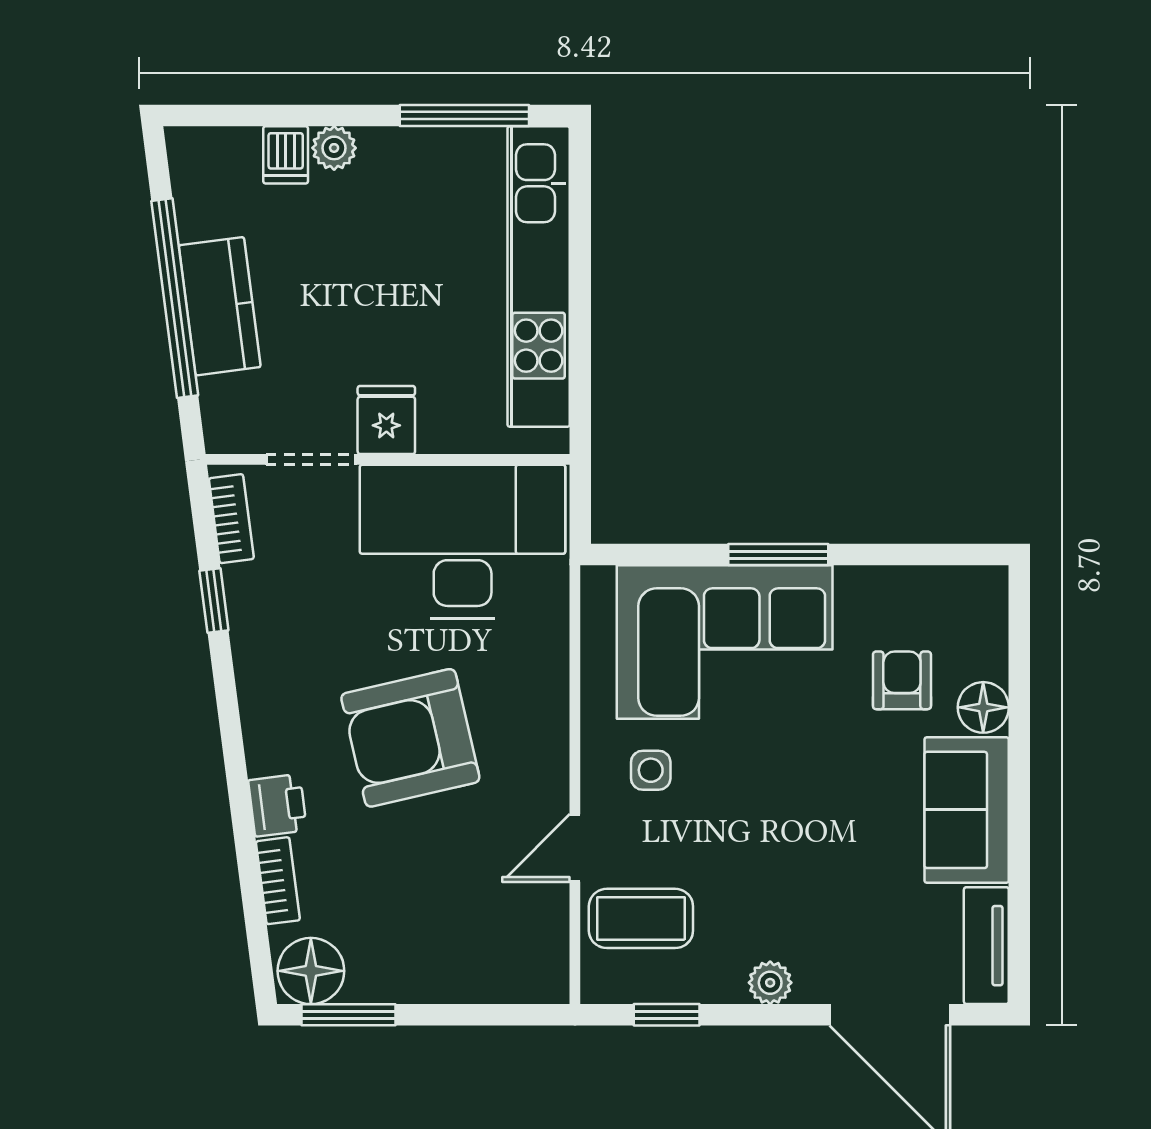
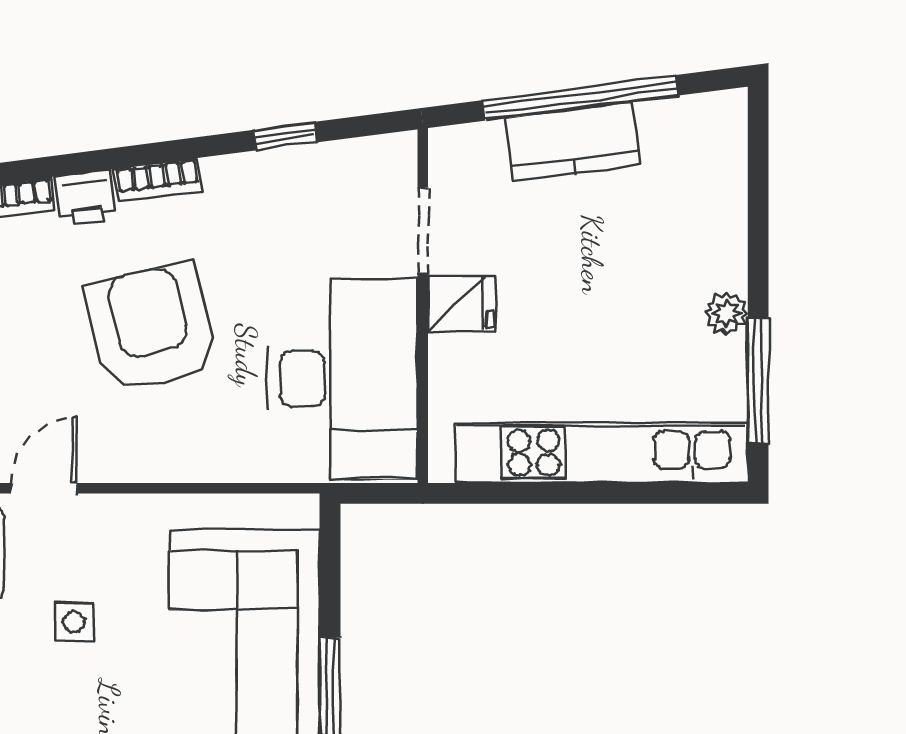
plant: (334, 148) -> (727, 313), moved
dishwasher: (286, 155) -> (720, 206), removed
bookcase: (231, 519) -> (158, 180), moved
side table: (651, 770) -> (74, 622), moved
door: (575, 848) -> (44, 488), hinge flipped

